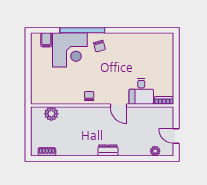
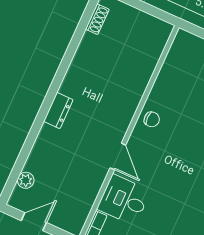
door: (118, 105) -> (118, 156), swing flipped
plant: (51, 114) -> (151, 51), removed

